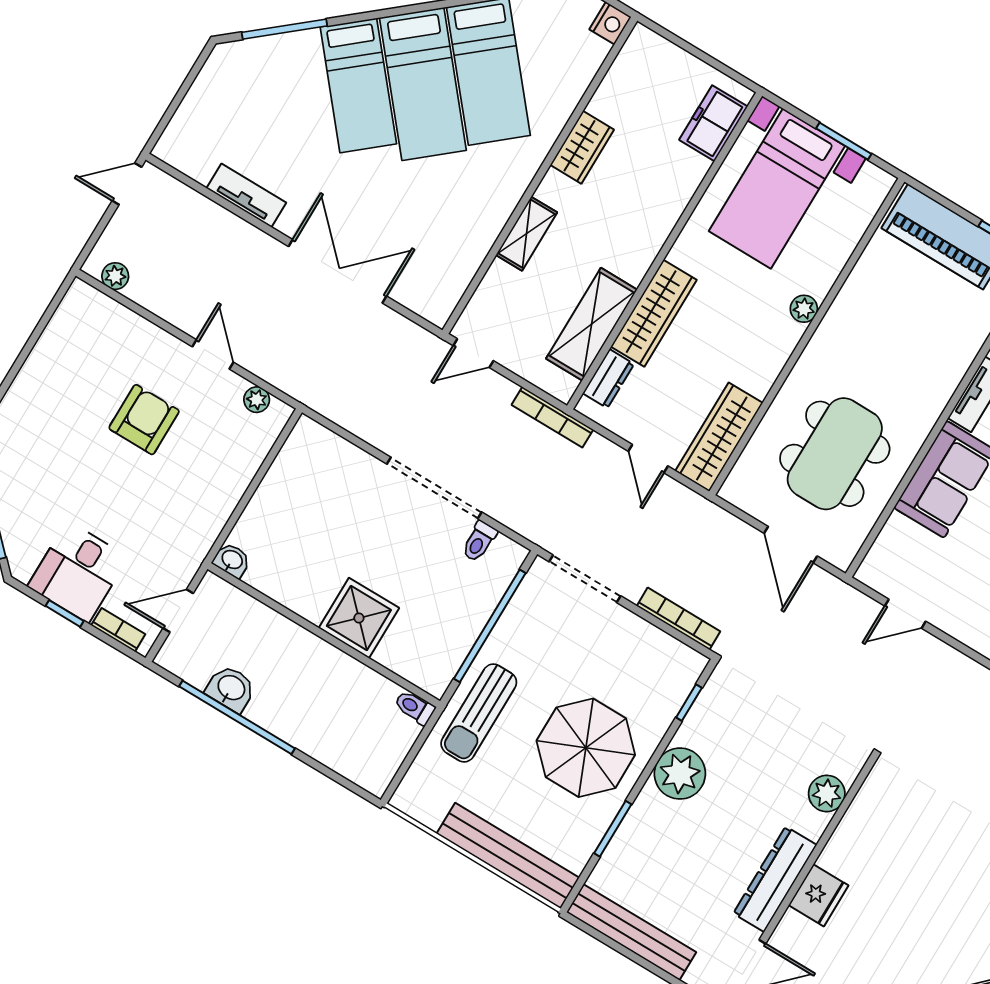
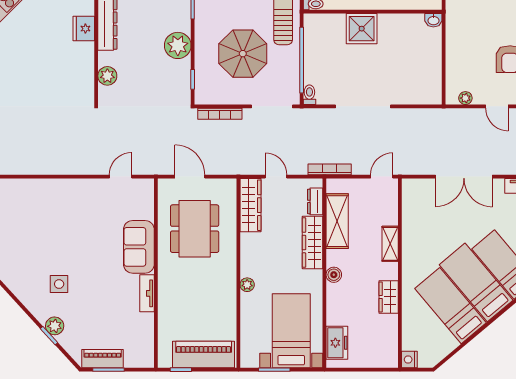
boiler: (651, 239) -> (334, 275), added
toilet: (479, 541) -> (309, 95), moved
parasol: (586, 748) -> (243, 54), moved

